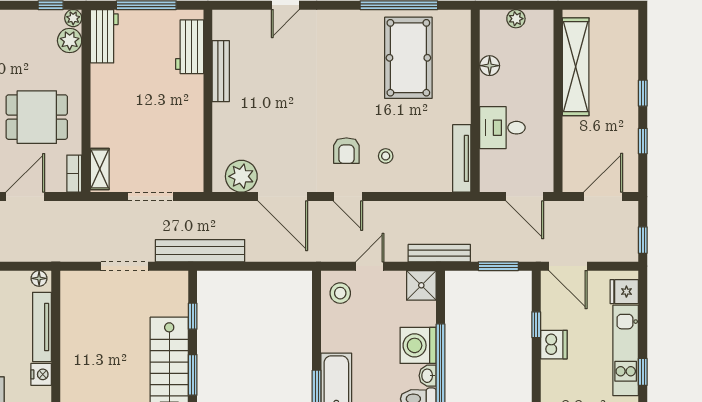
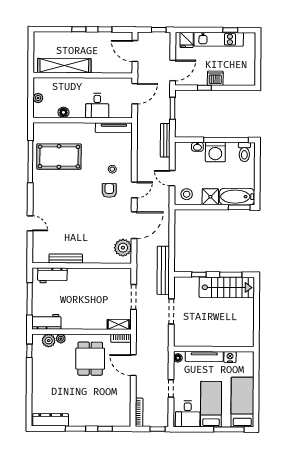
plant: (73, 18) -> (61, 339), moved
armchair: (346, 151) -> (109, 190), turned -90
shower: (421, 285) -> (210, 197), moved
washbasin: (428, 376) -> (197, 147), moved

